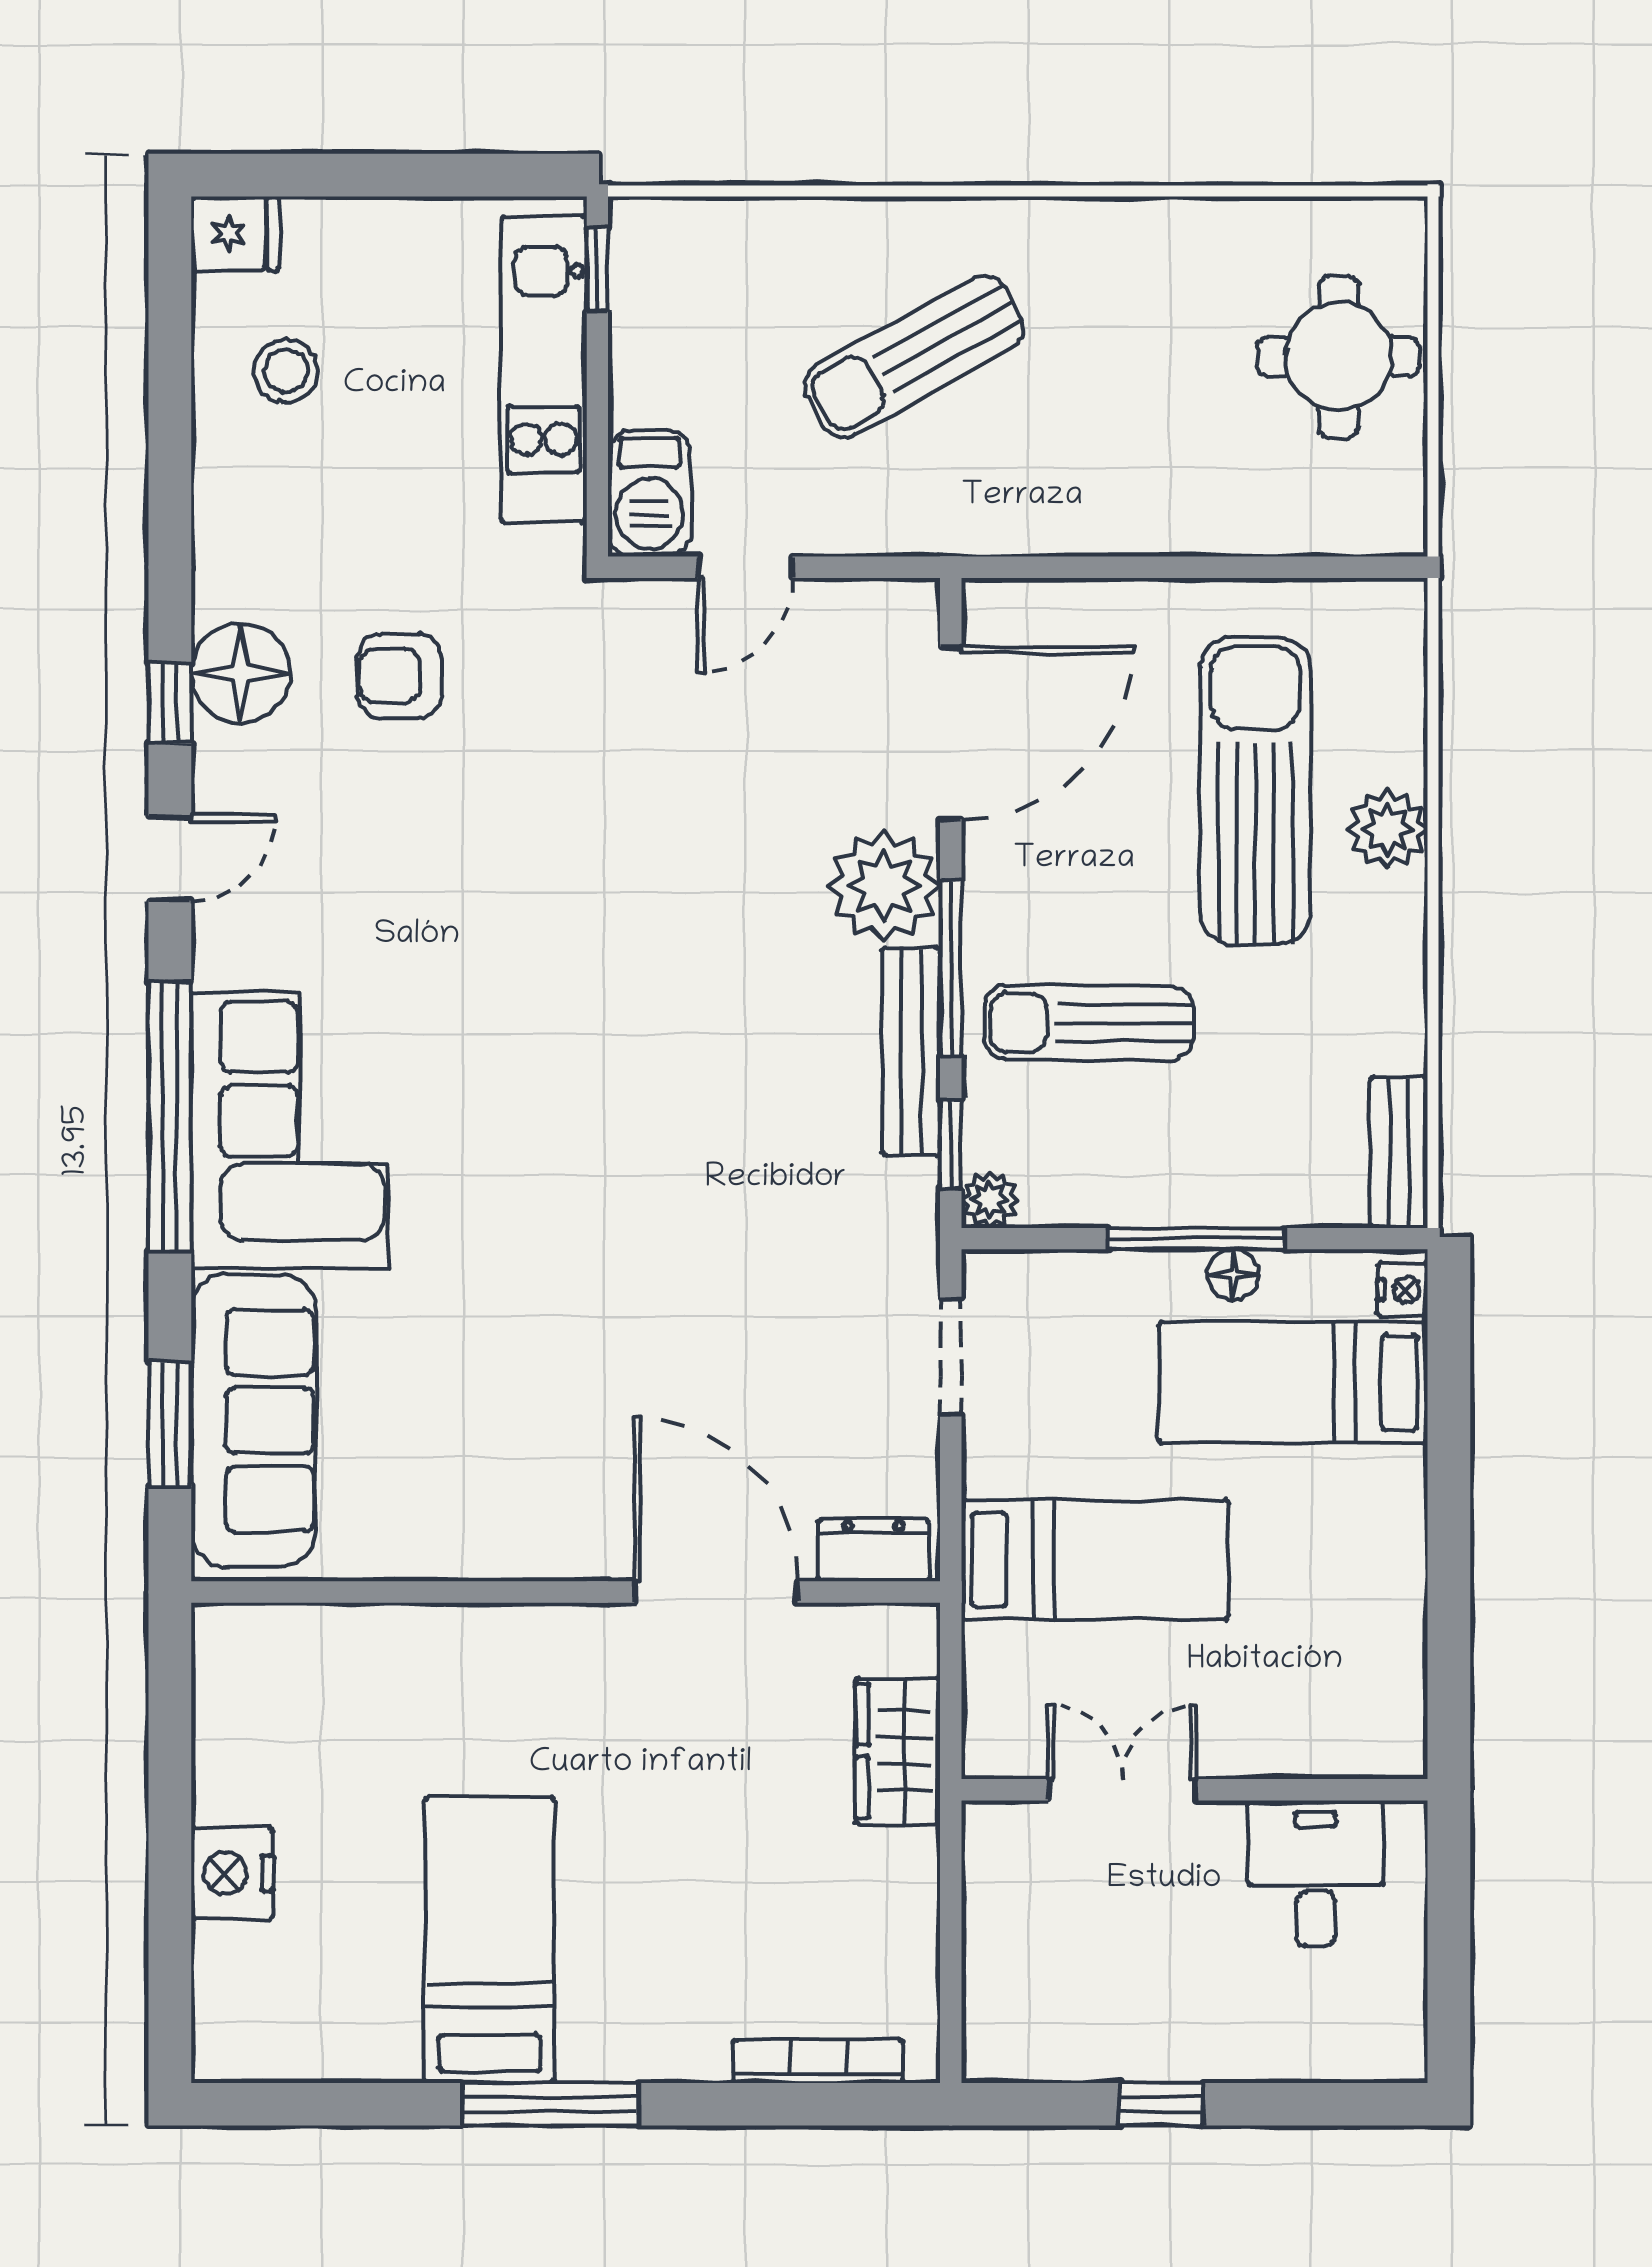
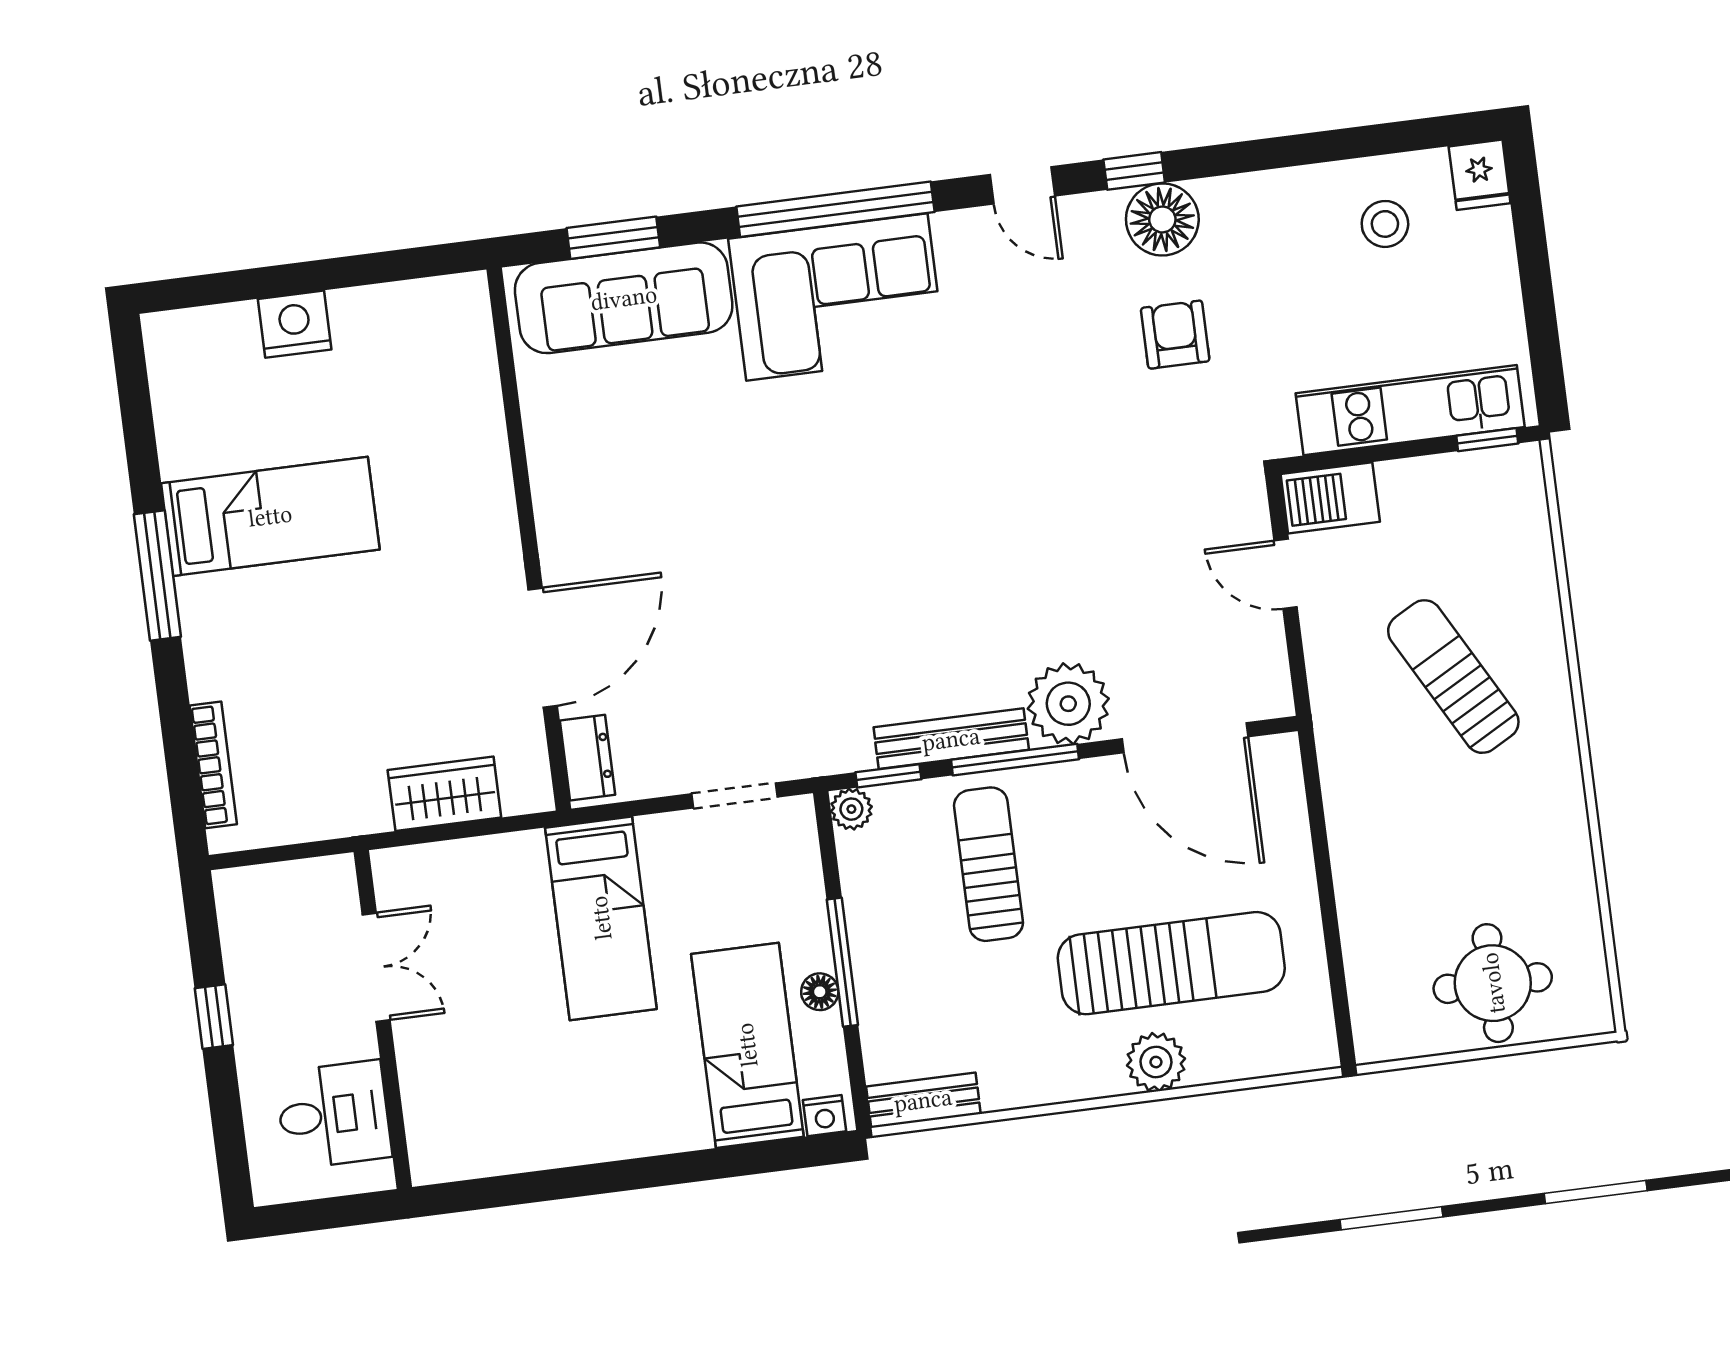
double door: (1122, 1790) -> (376, 967), moved
wall: (1194, 1790) -> (383, 1020), moved
desk: (1316, 1874) -> (334, 1115), moved

